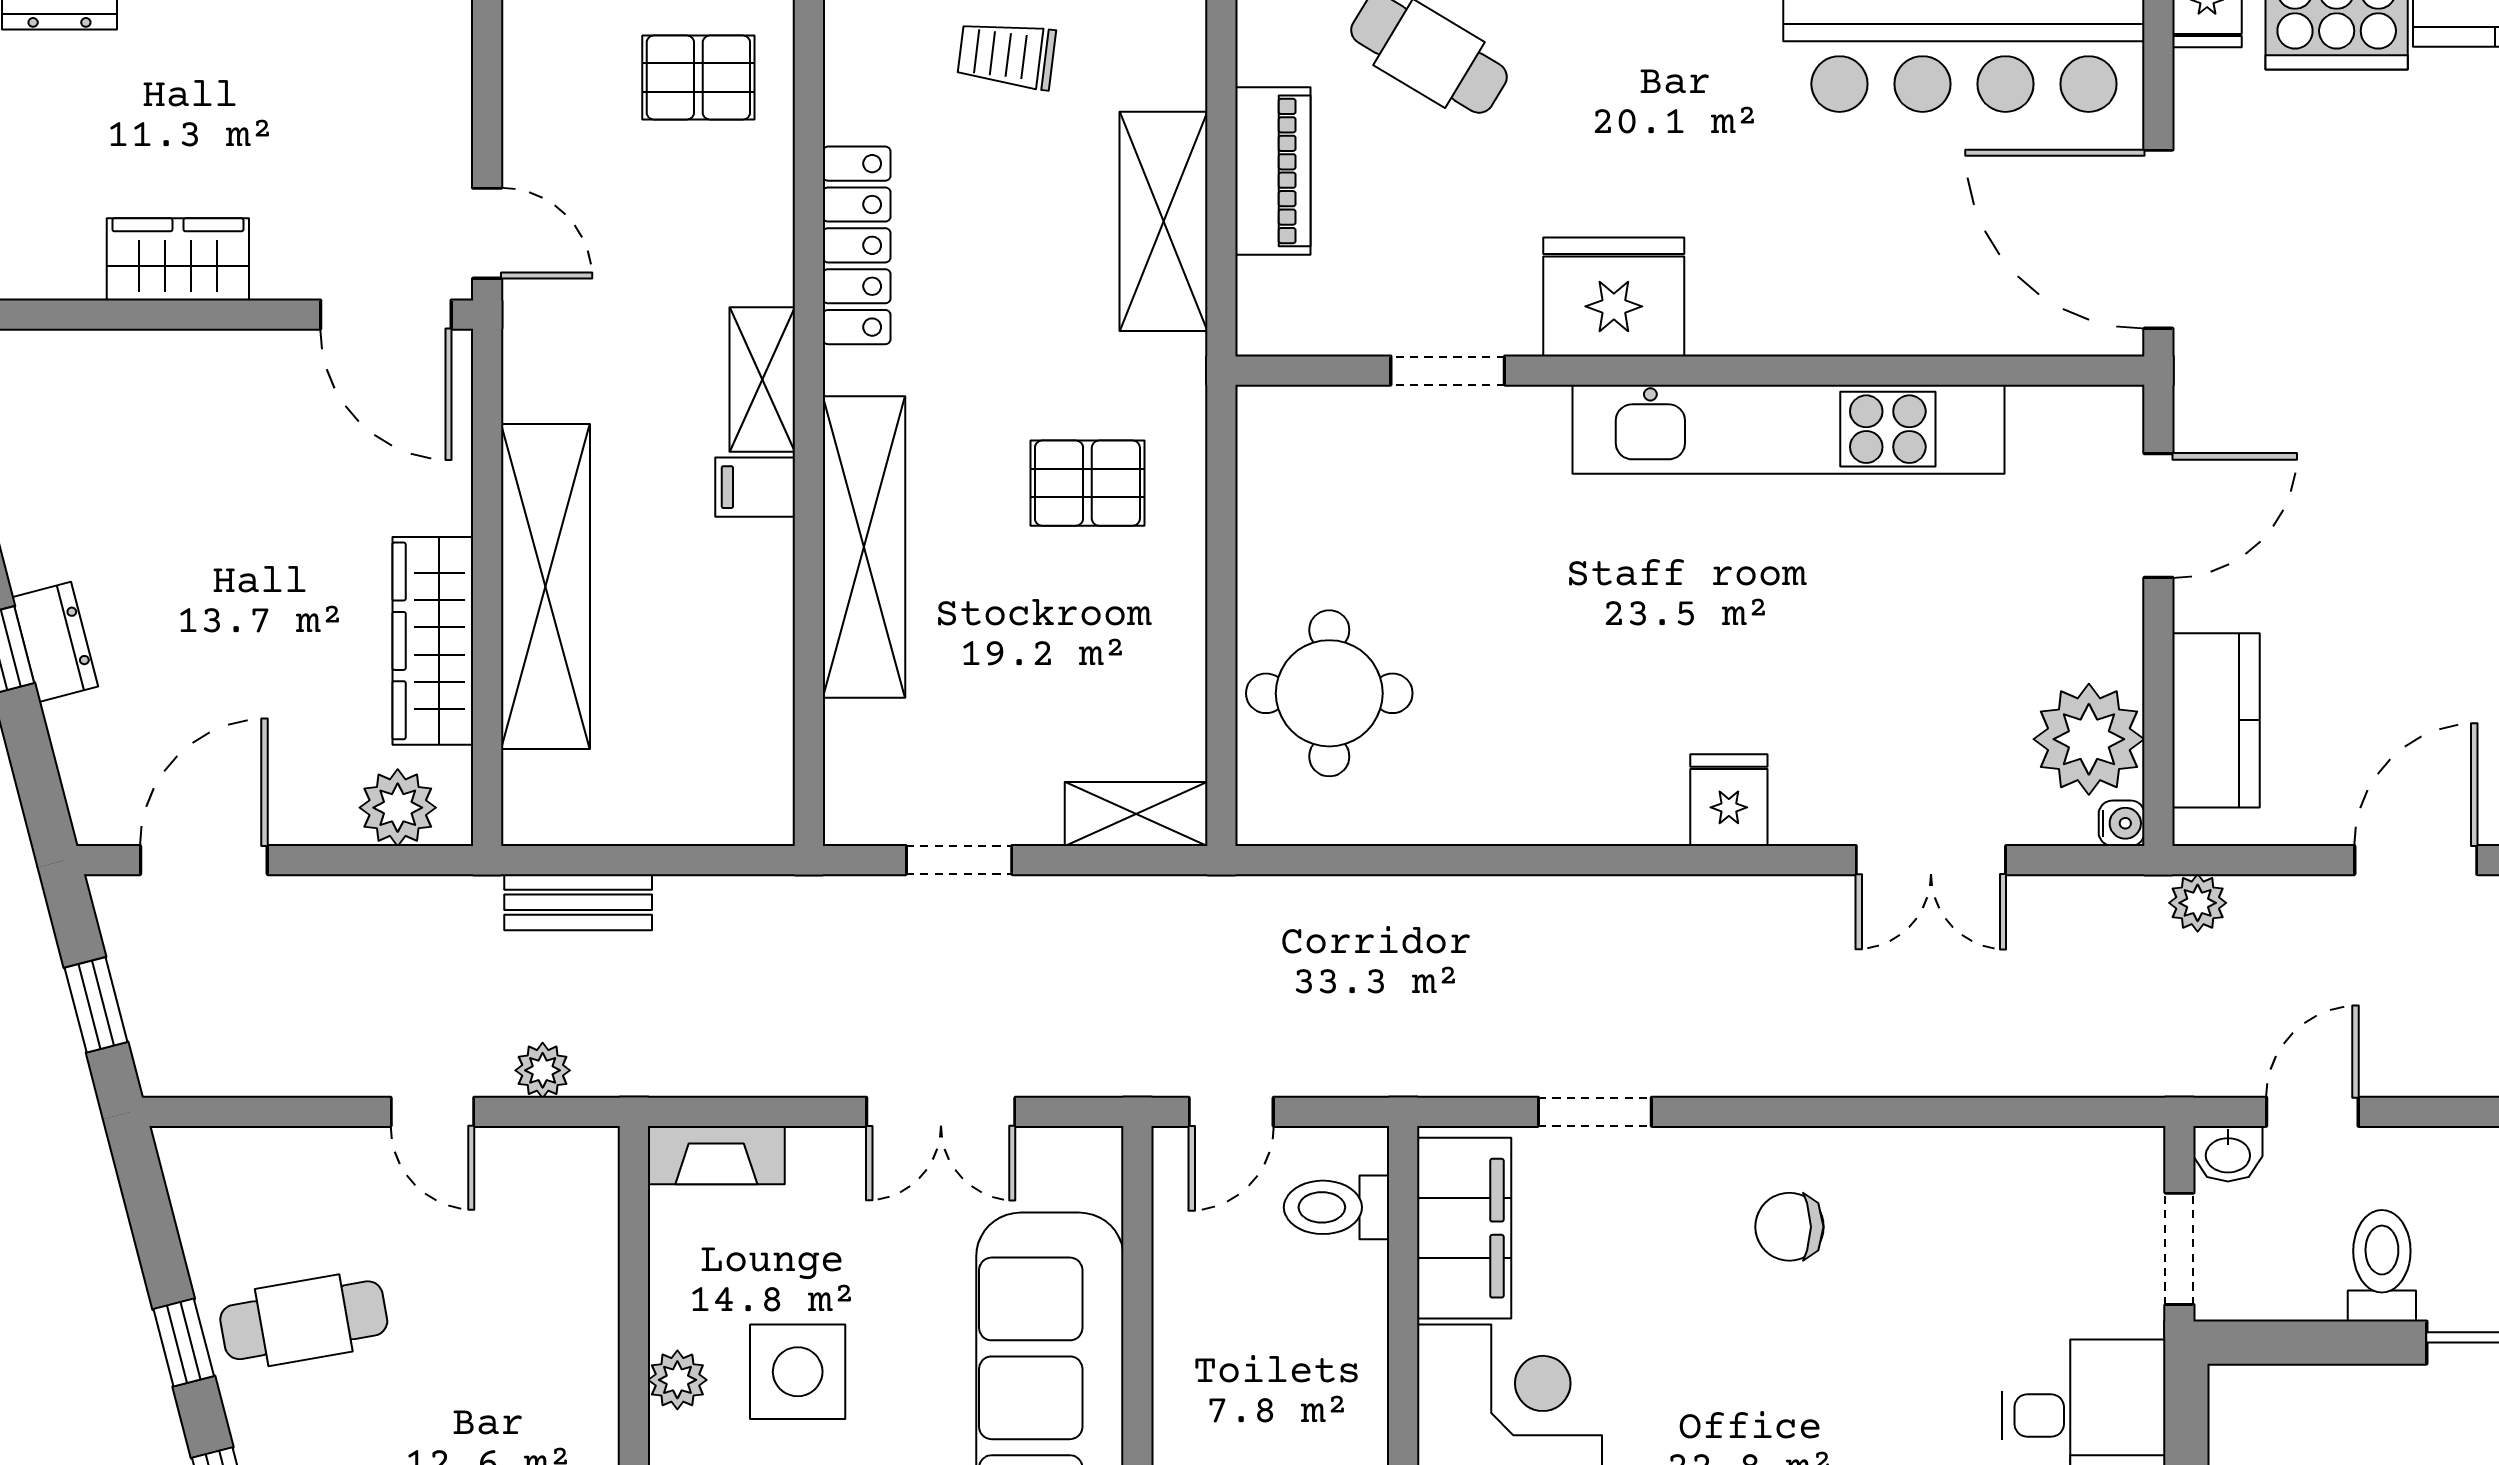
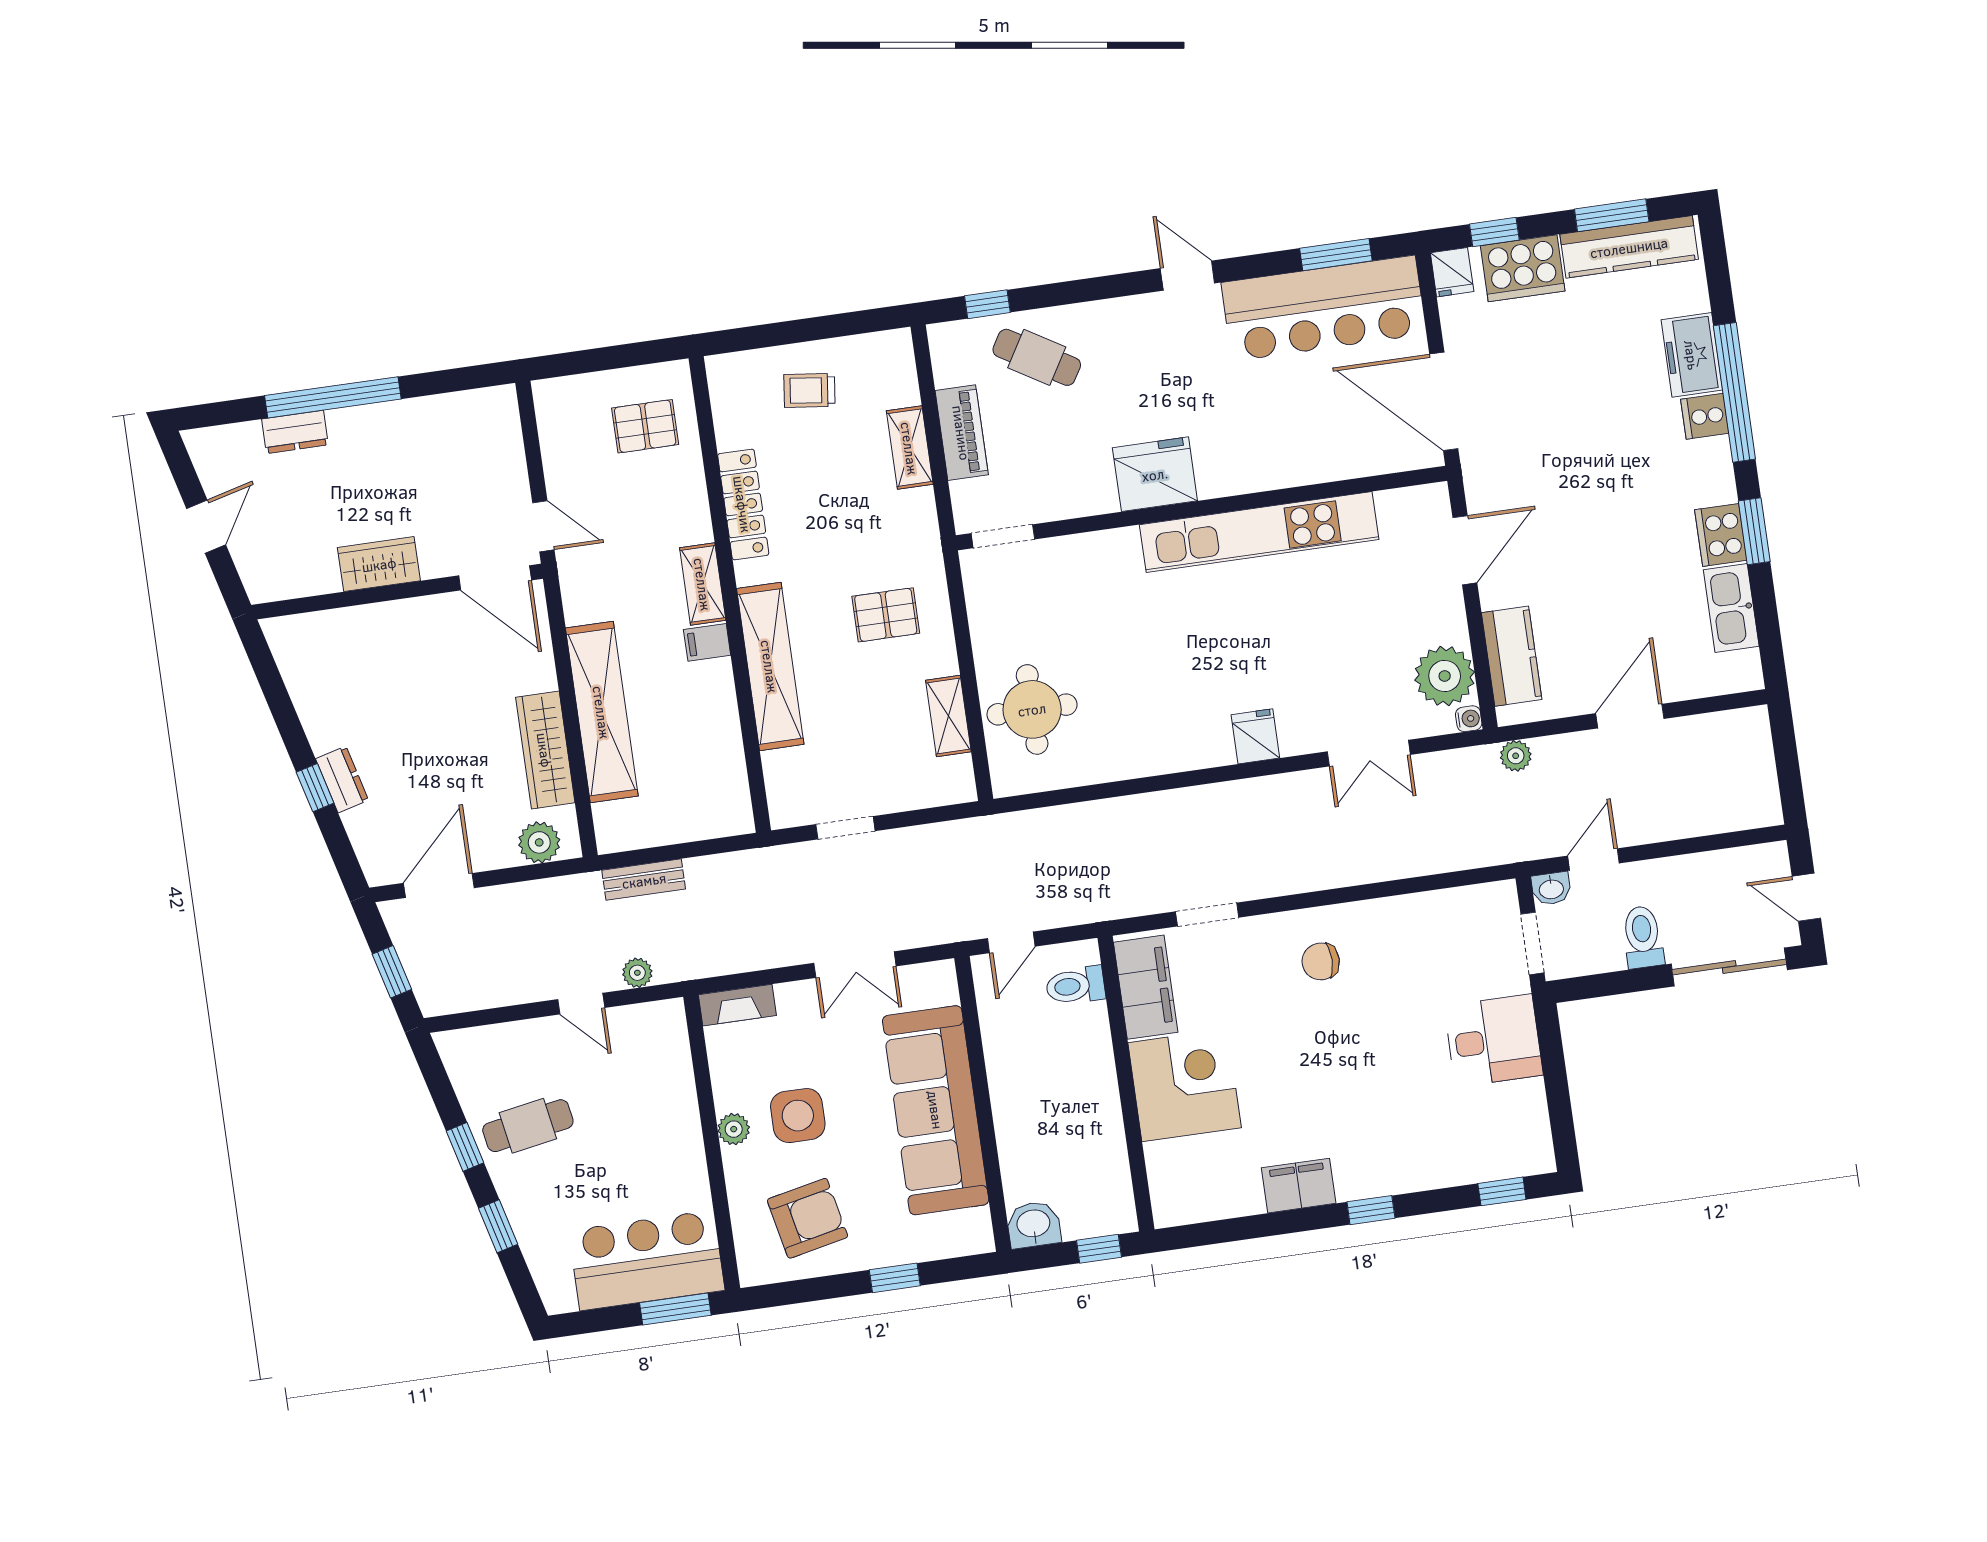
shelving: (1164, 221) -> (910, 448), width x0.67, depth x0.75
doorway: (1448, 371) -> (1003, 536), moved
shelving: (1136, 814) -> (948, 716), moved, turned 90

